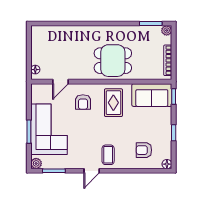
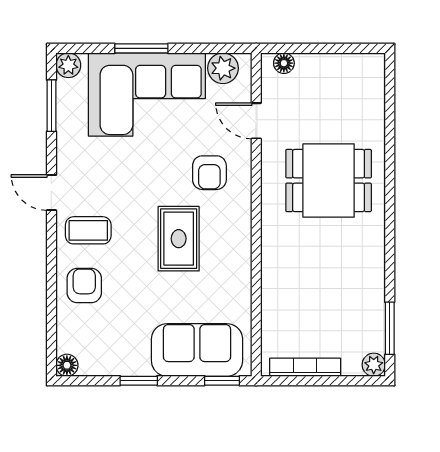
dining table: (113, 61) -> (329, 181), moved, turned 90
sofa: (152, 95) -> (197, 350), moved, turned 90
plant: (37, 96) -> (223, 68), added
armchair: (83, 102) -> (209, 173), turned -90
rug: (113, 103) -> (179, 239), moved, turned 90
armchair: (144, 150) -> (84, 286), moved

